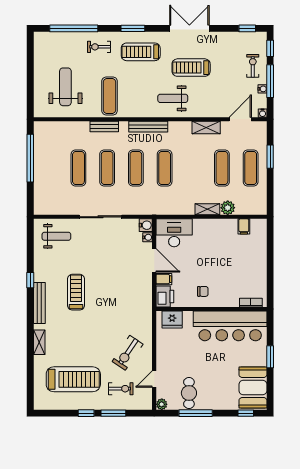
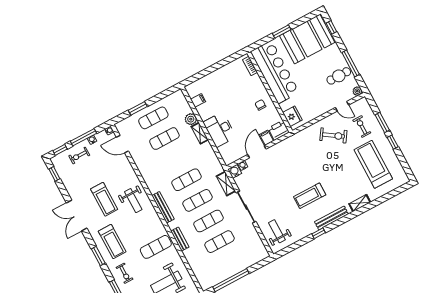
shelving: (206, 128) -> (226, 184), moved
desk: (174, 233) -> (220, 130), moved
booth: (253, 388) -> (307, 39), width x1.36, depth x1.42

